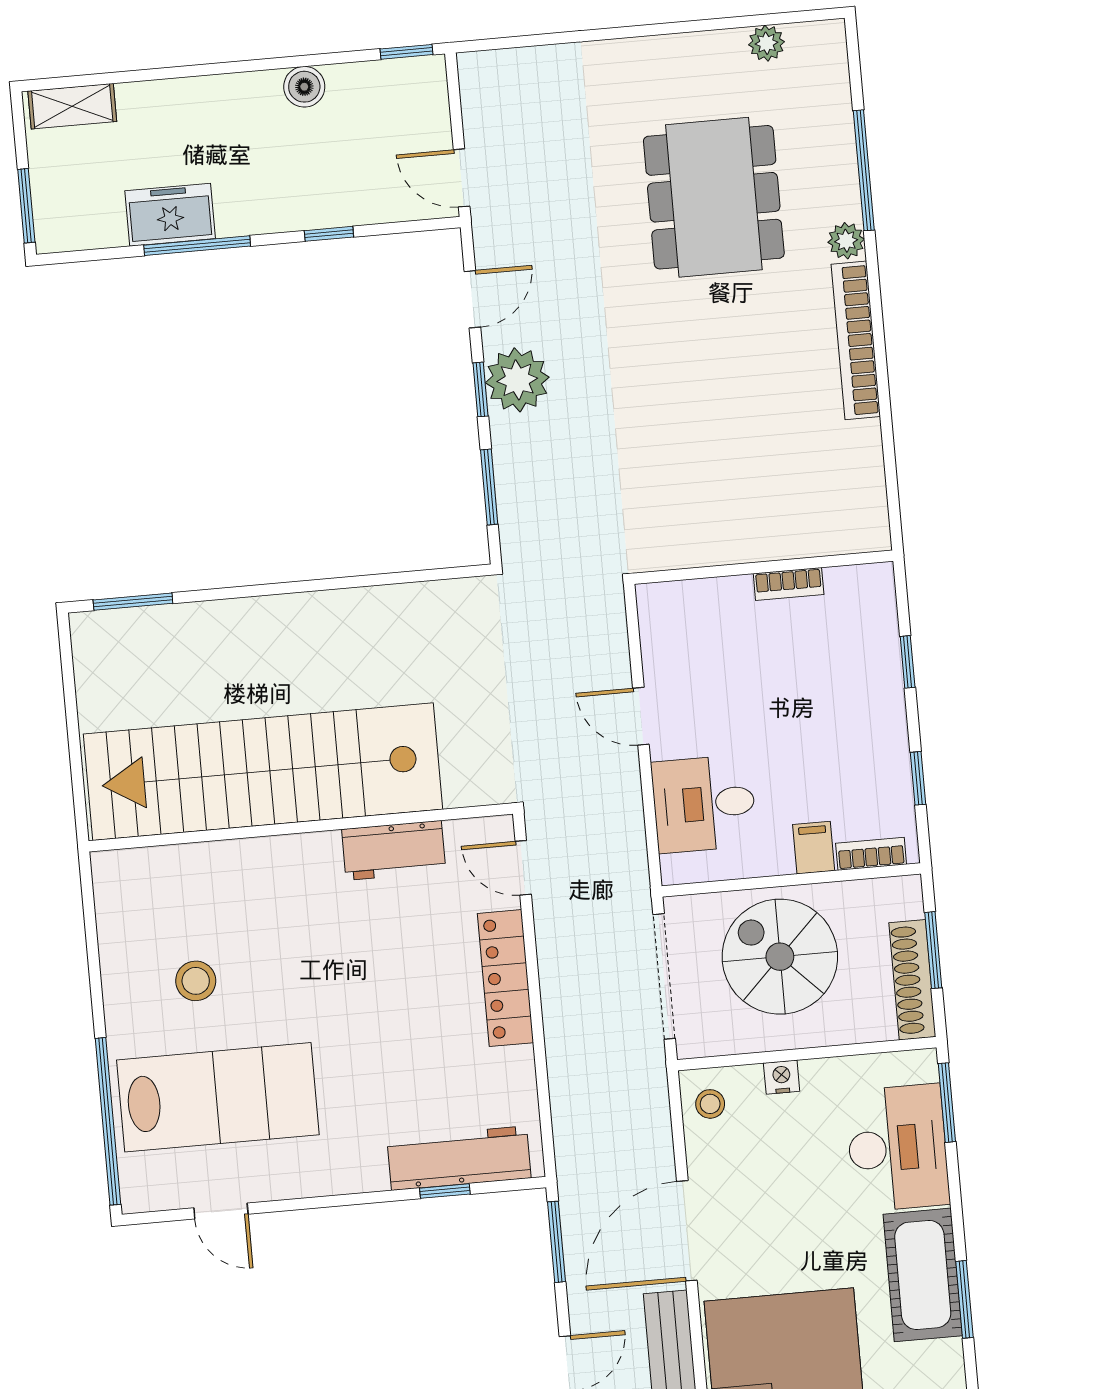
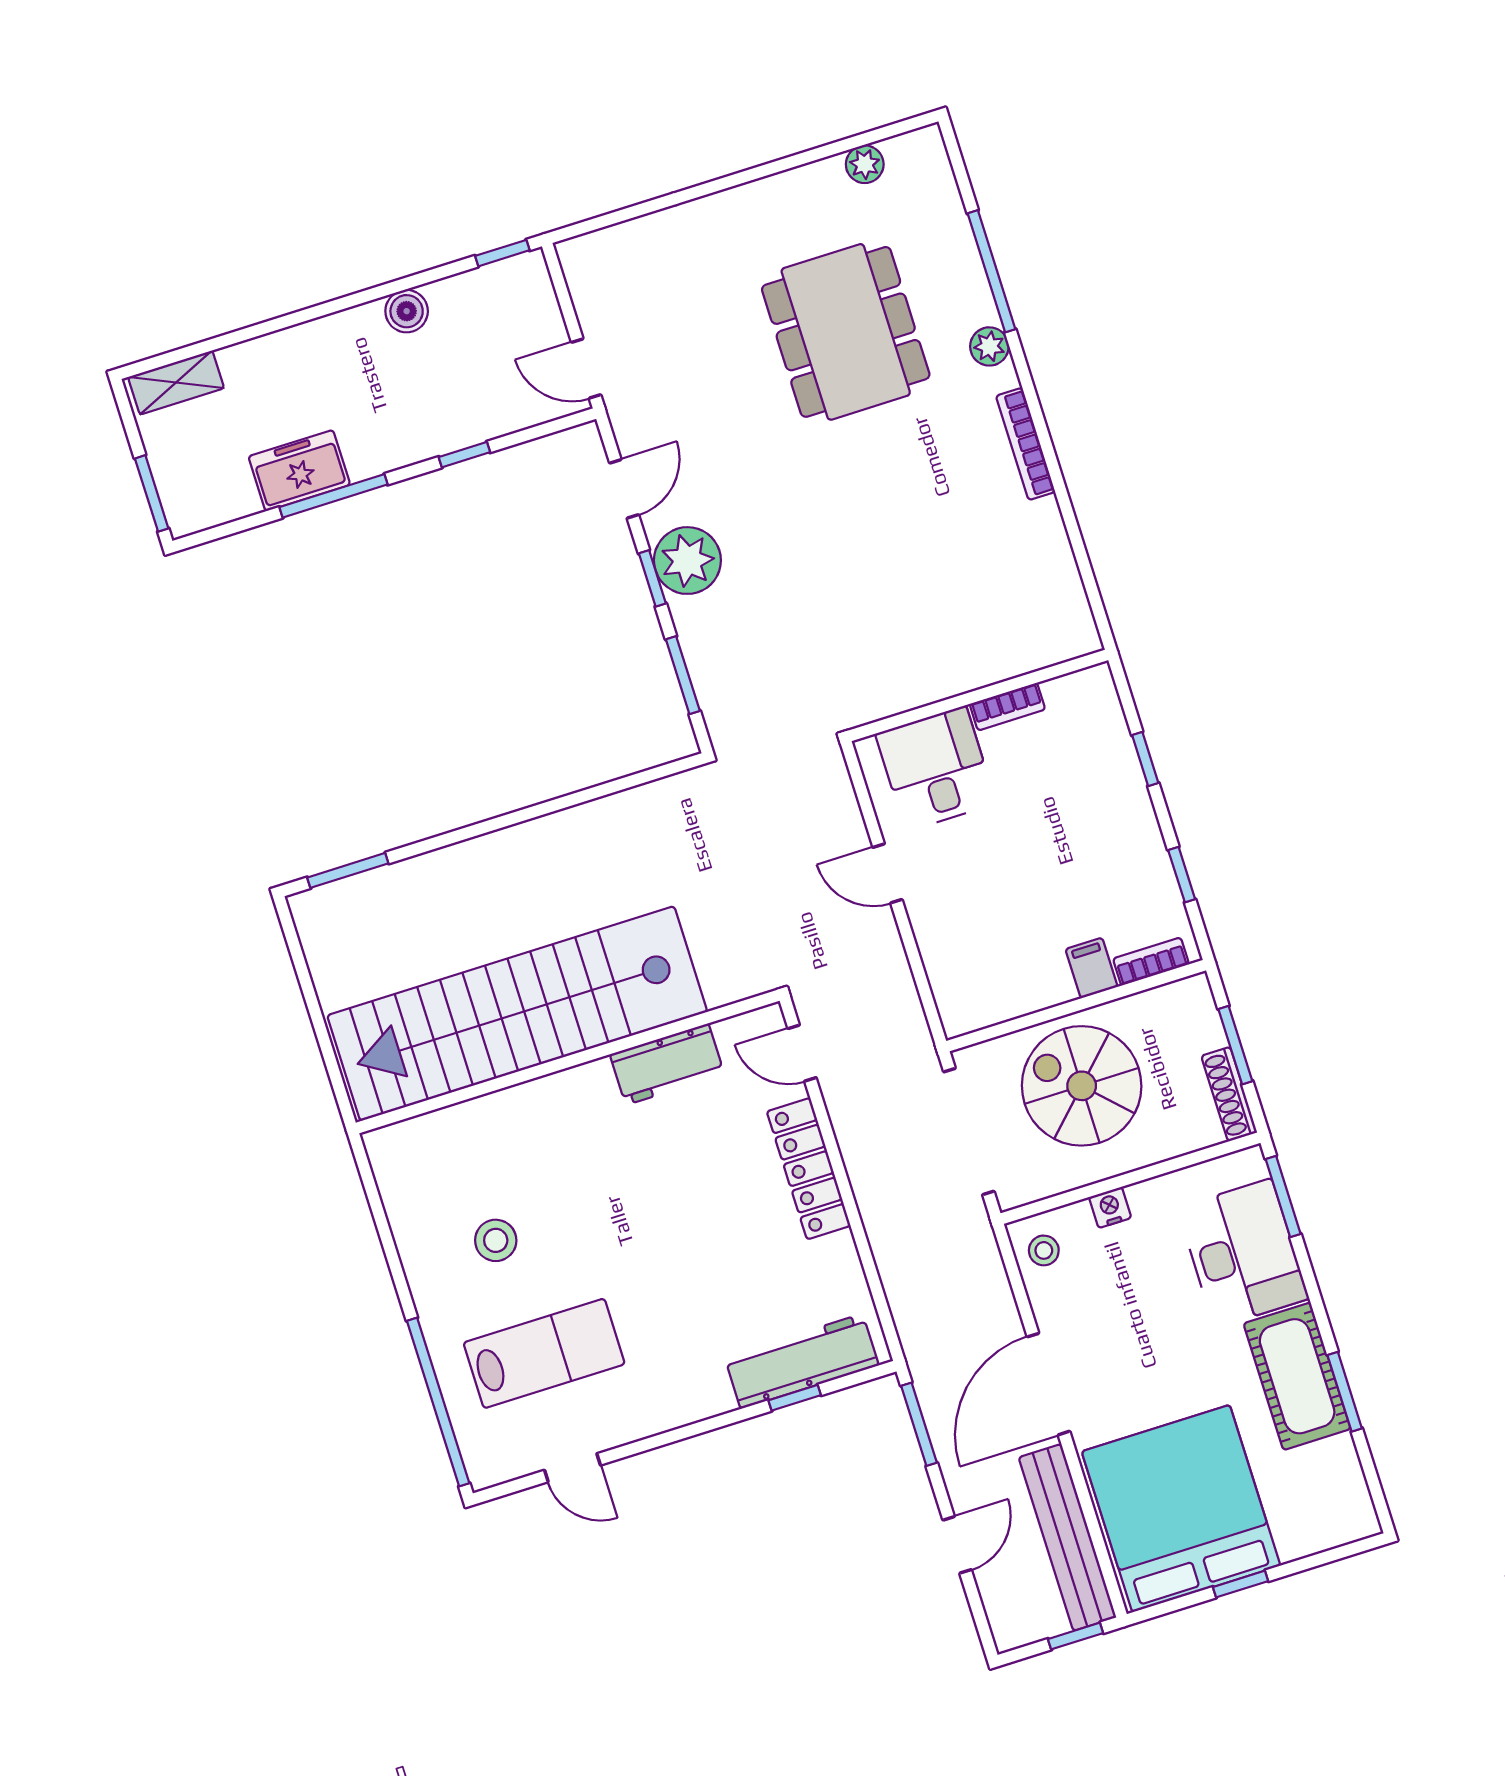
bookcase: (856, 340) -> (1025, 444), width x0.68, depth x0.76
desk: (704, 804) -> (936, 768), moved, turned 90
shoe rack: (912, 980) -> (1229, 1094), width x0.74, depth x0.81
lab bench: (218, 1097) -> (544, 1353), width x0.73, depth x0.72

